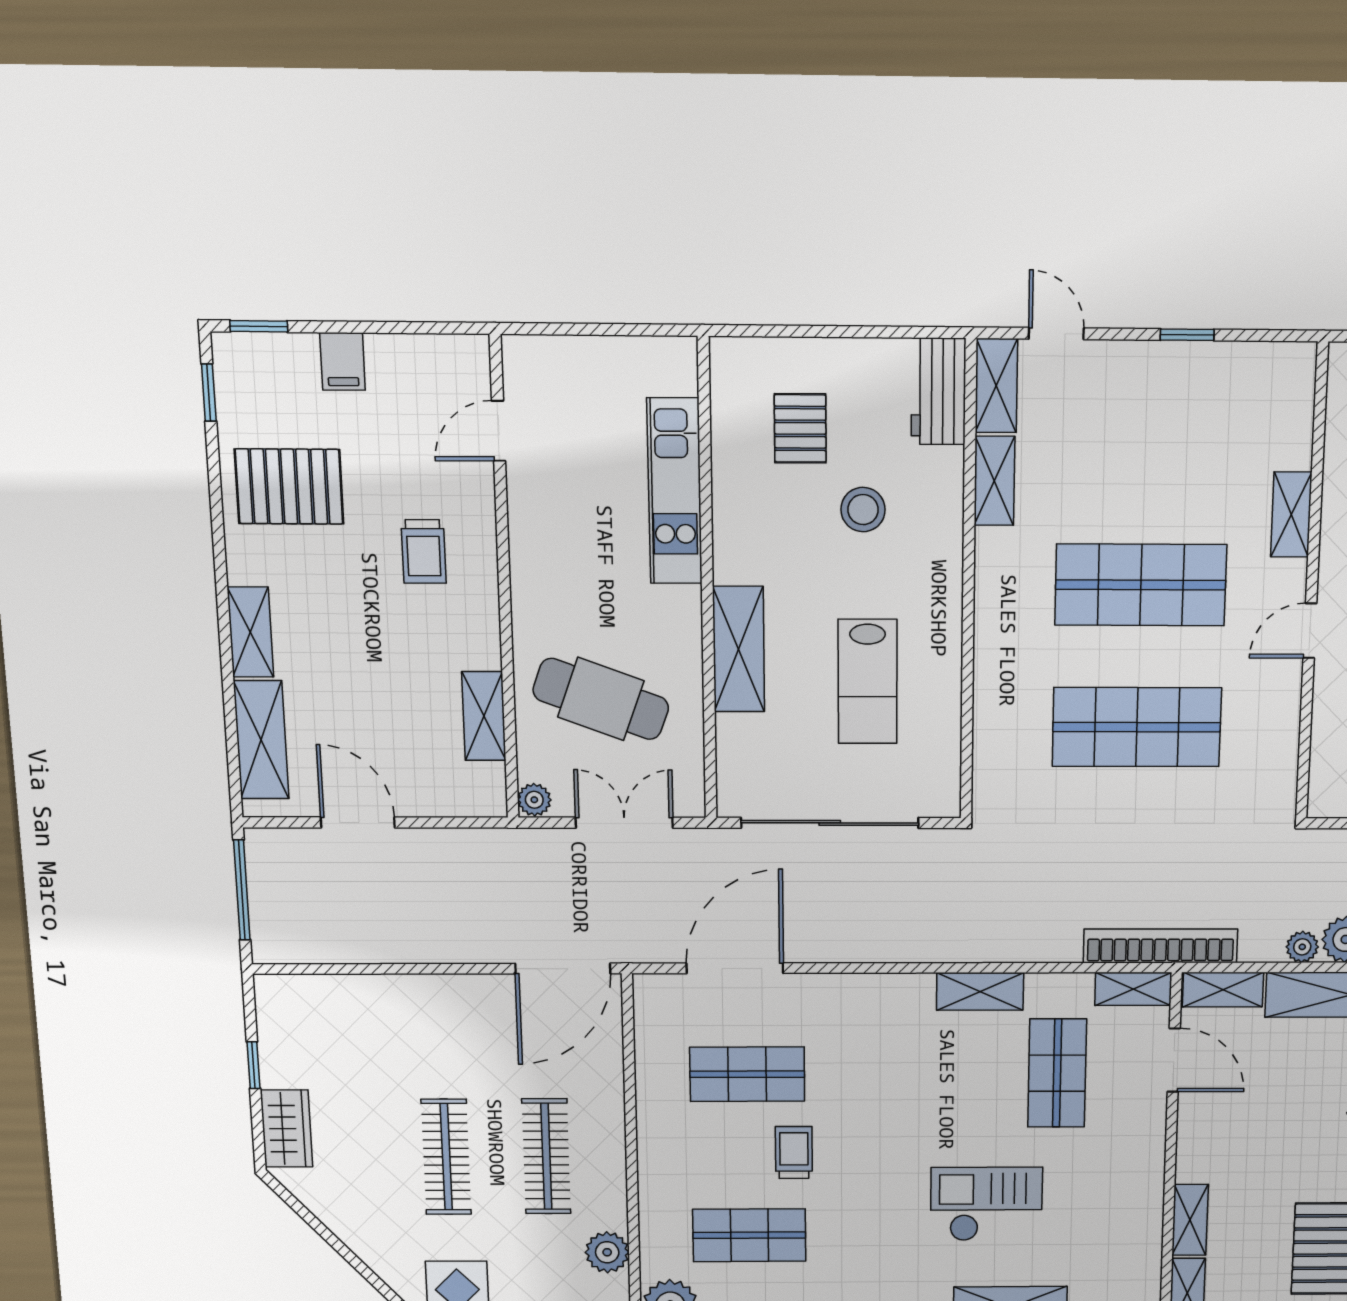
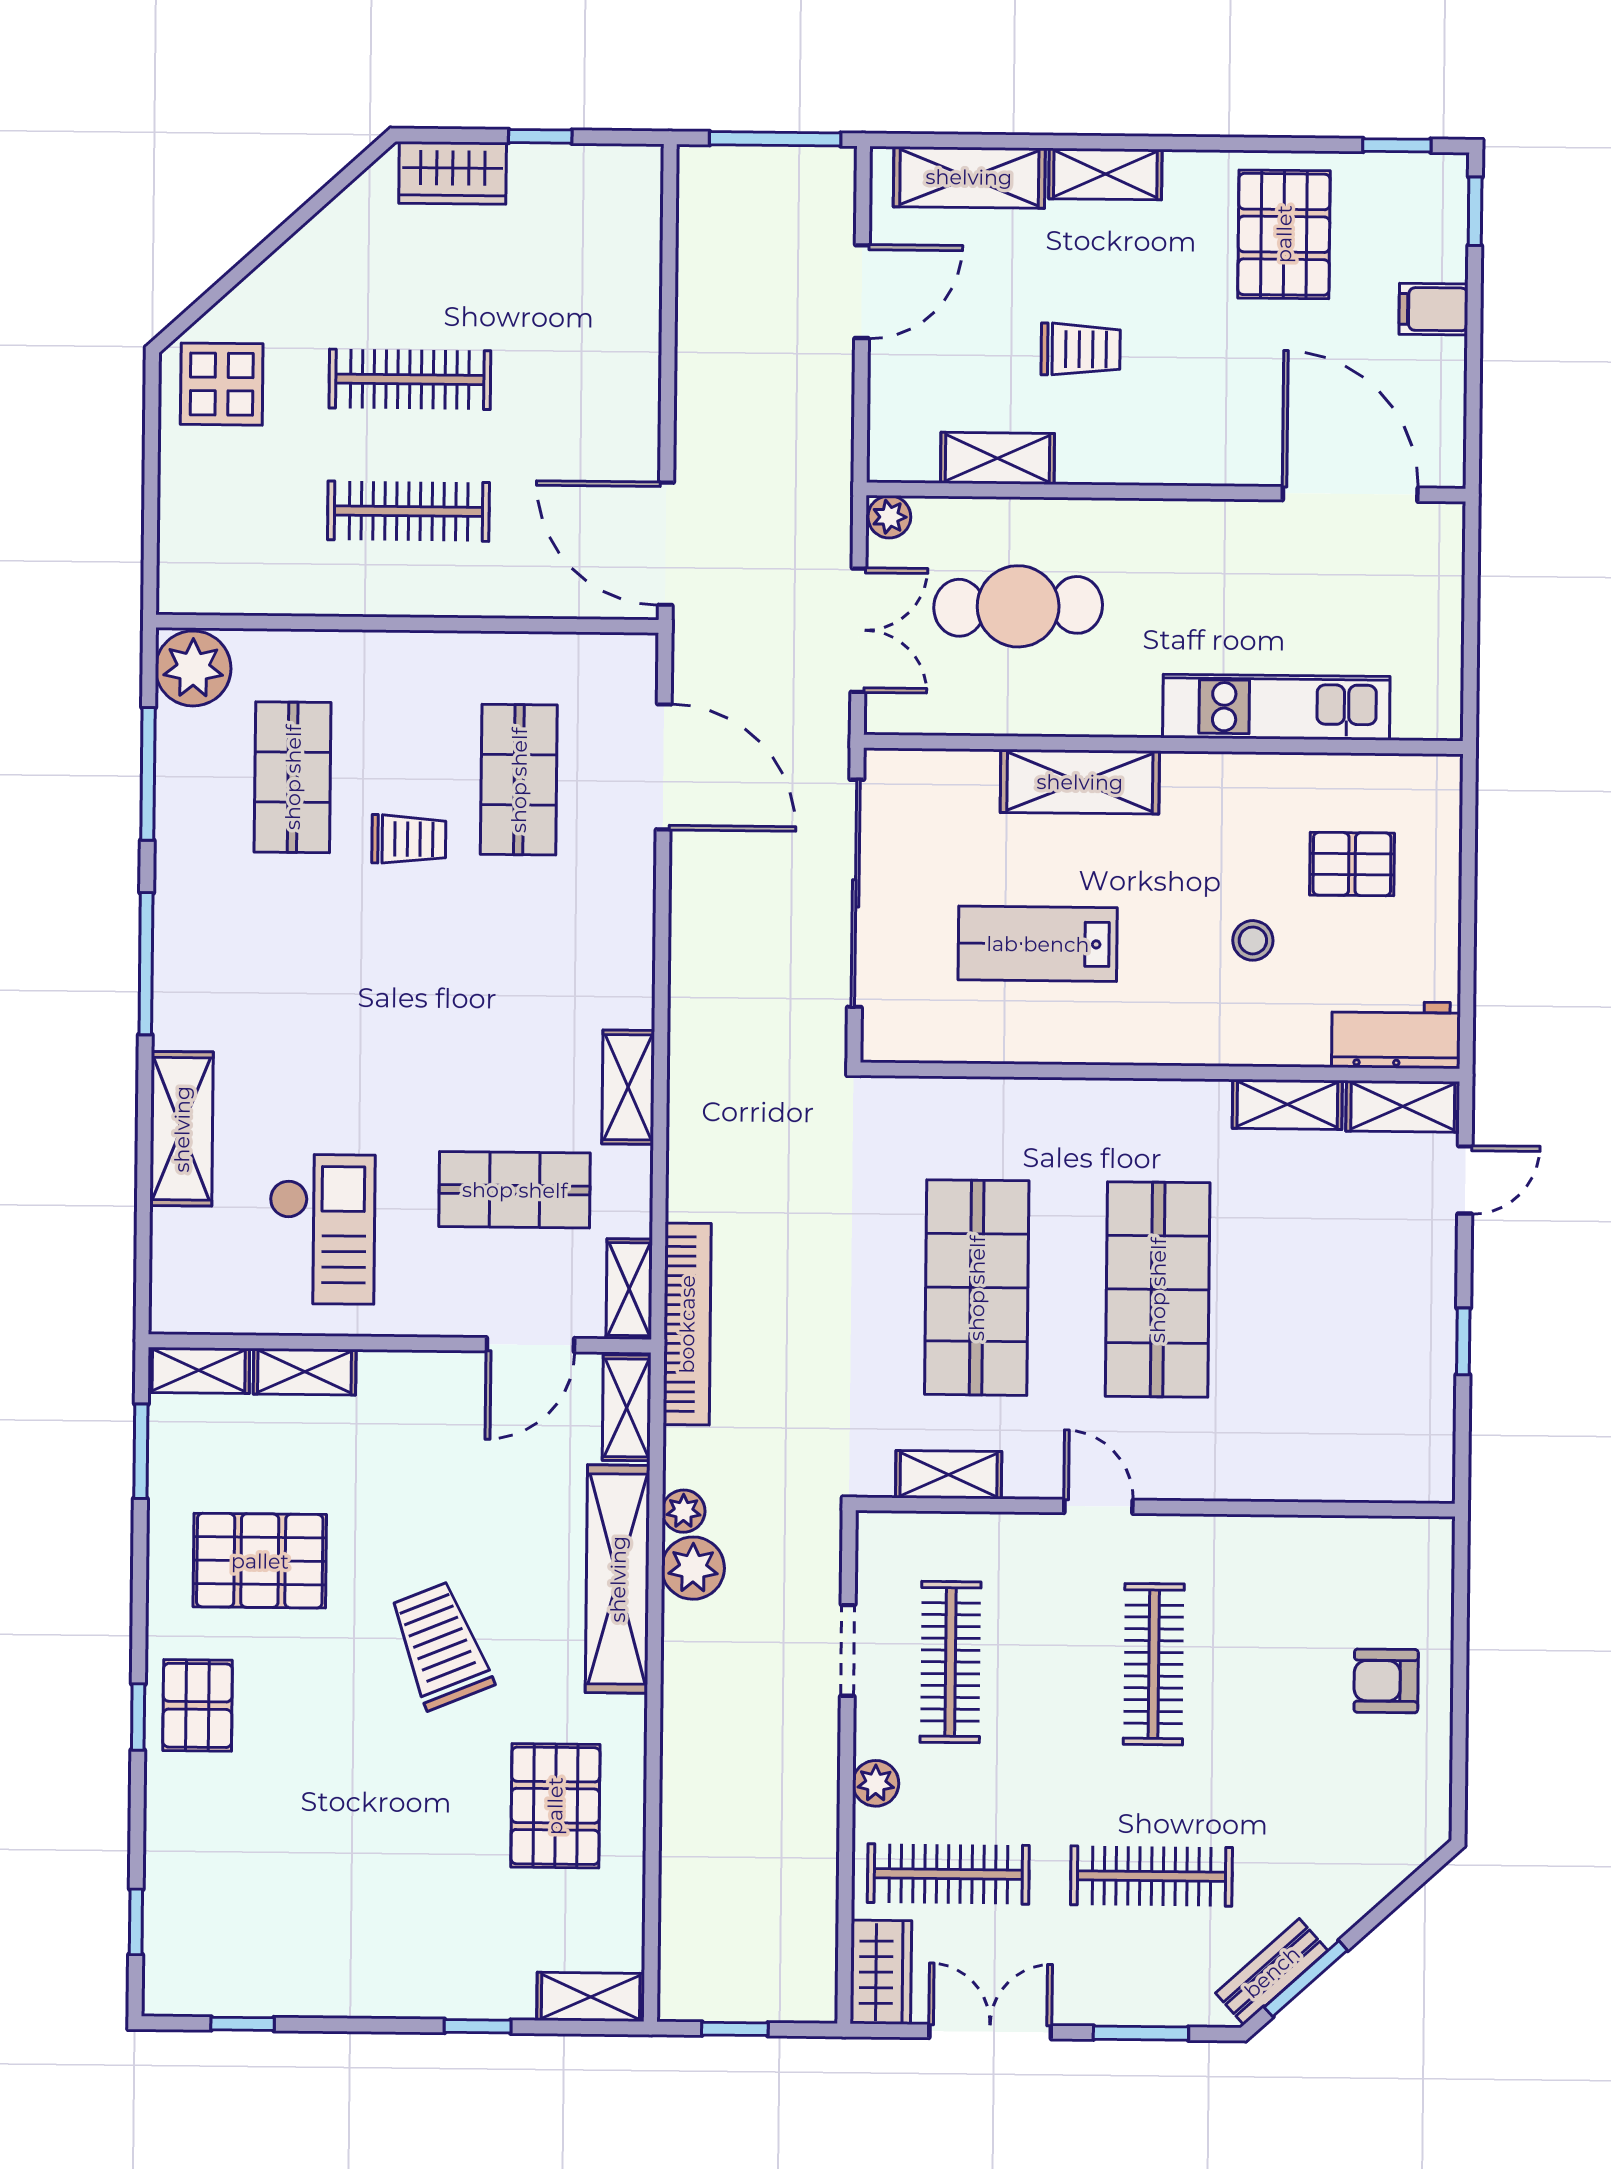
door: (499, 431) -> (1350, 494), width x1.88
stool: (863, 510) -> (1253, 940), width x0.73, depth x0.73
shelving: (1291, 515) -> (949, 1475), moved
trolley: (424, 552) -> (1081, 349), moved, turned 180
cafe table: (601, 699) -> (1018, 606), turned 68
checkout: (986, 1204) -> (322, 1229), moved
plant: (607, 1252) -> (271, 586), removed

